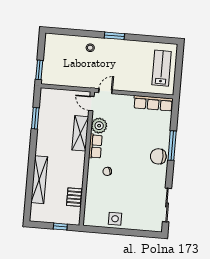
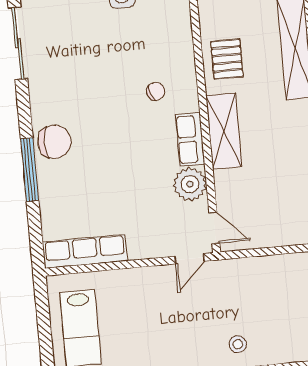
shelving: (80, 133) -> (224, 131), moved
pallet: (74, 197) -> (227, 59), moved

